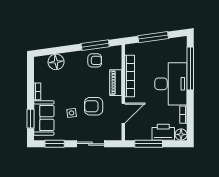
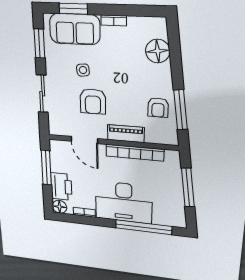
armchair: (94, 106) -> (93, 101), turned 180

